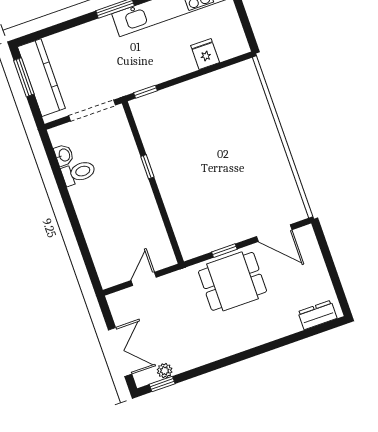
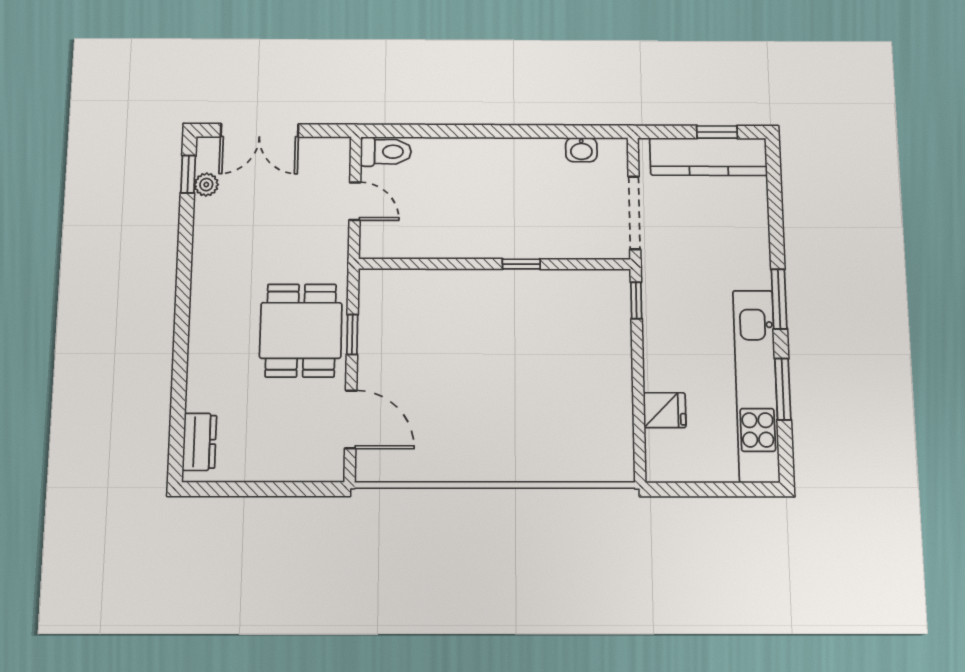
window: (24, 77) -> (717, 132), width x0.67
toilet: (79, 173) -> (386, 152), moved, turned -90
door: (274, 233) -> (351, 419), swing flipped

